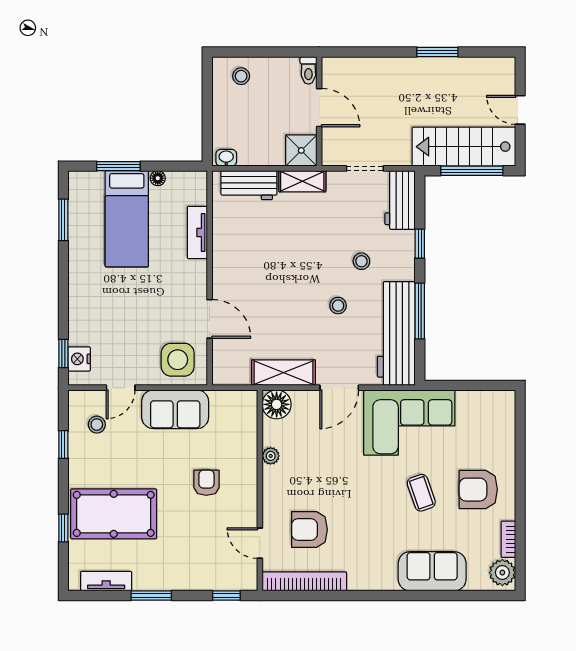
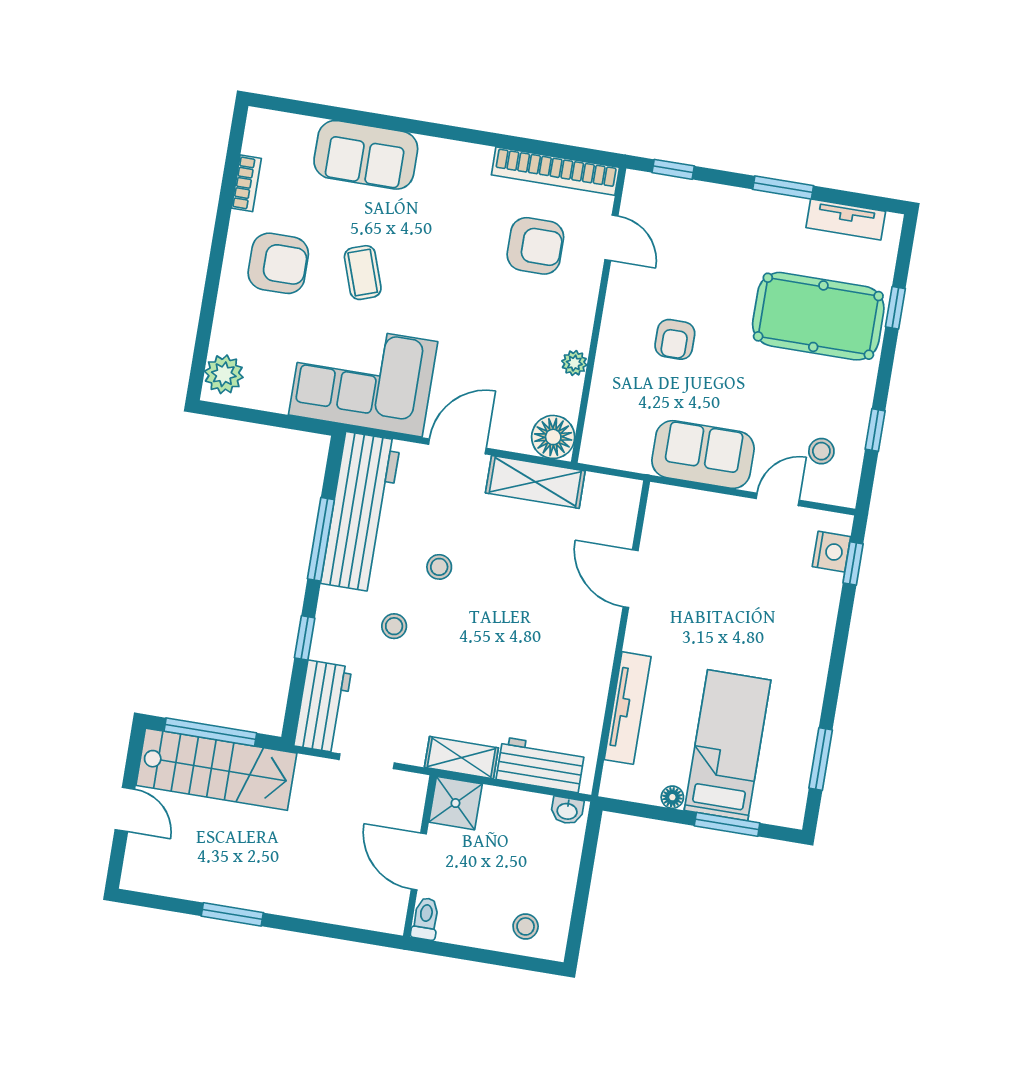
tv unit: (197, 233) -> (628, 708), width x1.41
side table: (178, 360) -> (687, 526), removed
plant: (502, 573) -> (224, 374), moved

